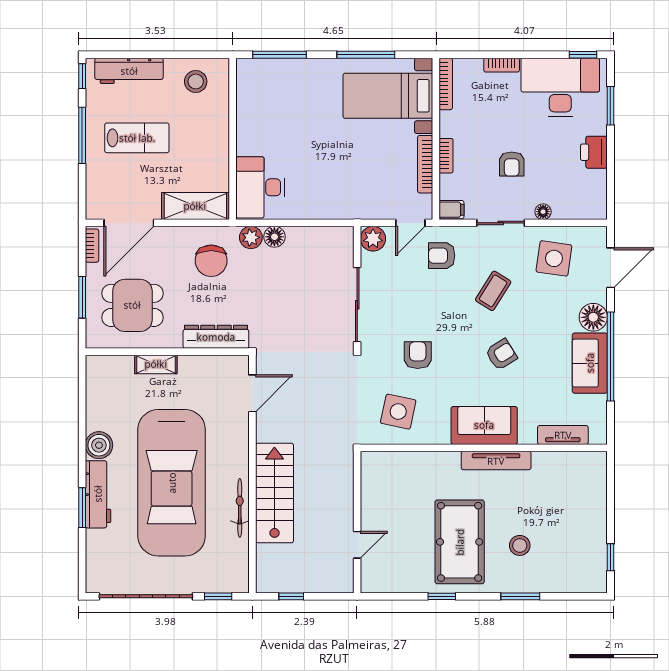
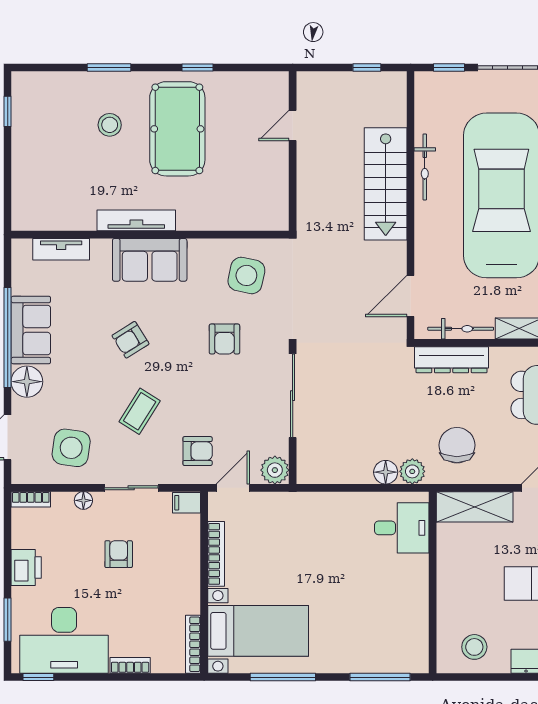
bookcase: (446, 156) -> (31, 499), moved, turned -90
desk: (260, 187) -> (402, 528), width x0.73
bicycle: (208, 364) -> (461, 329), added

